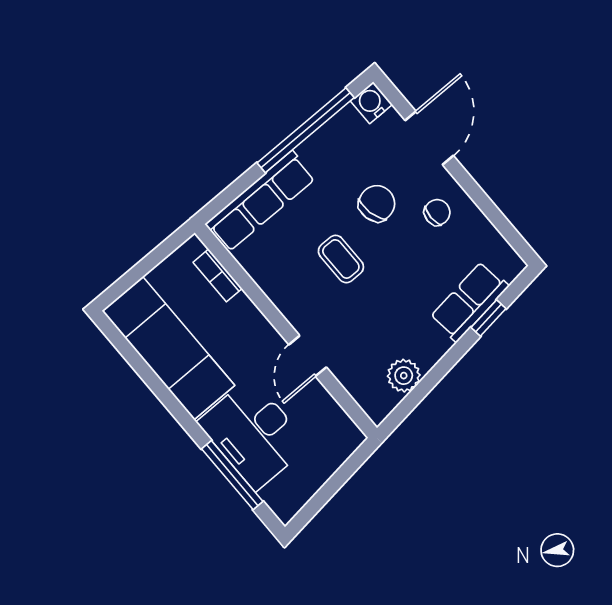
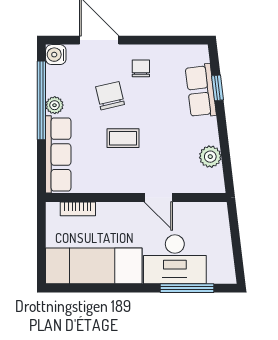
plant: (313, 150) -> (55, 105), added

